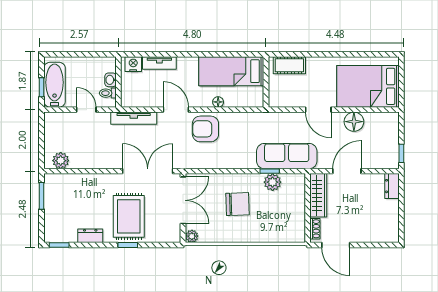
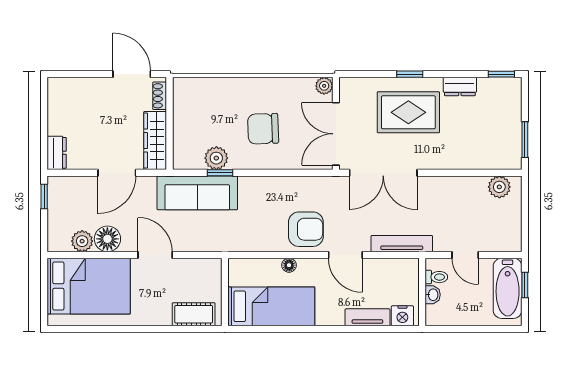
plant: (373, 120) -> (82, 241), added
rug: (129, 216) -> (408, 112), turned 90

